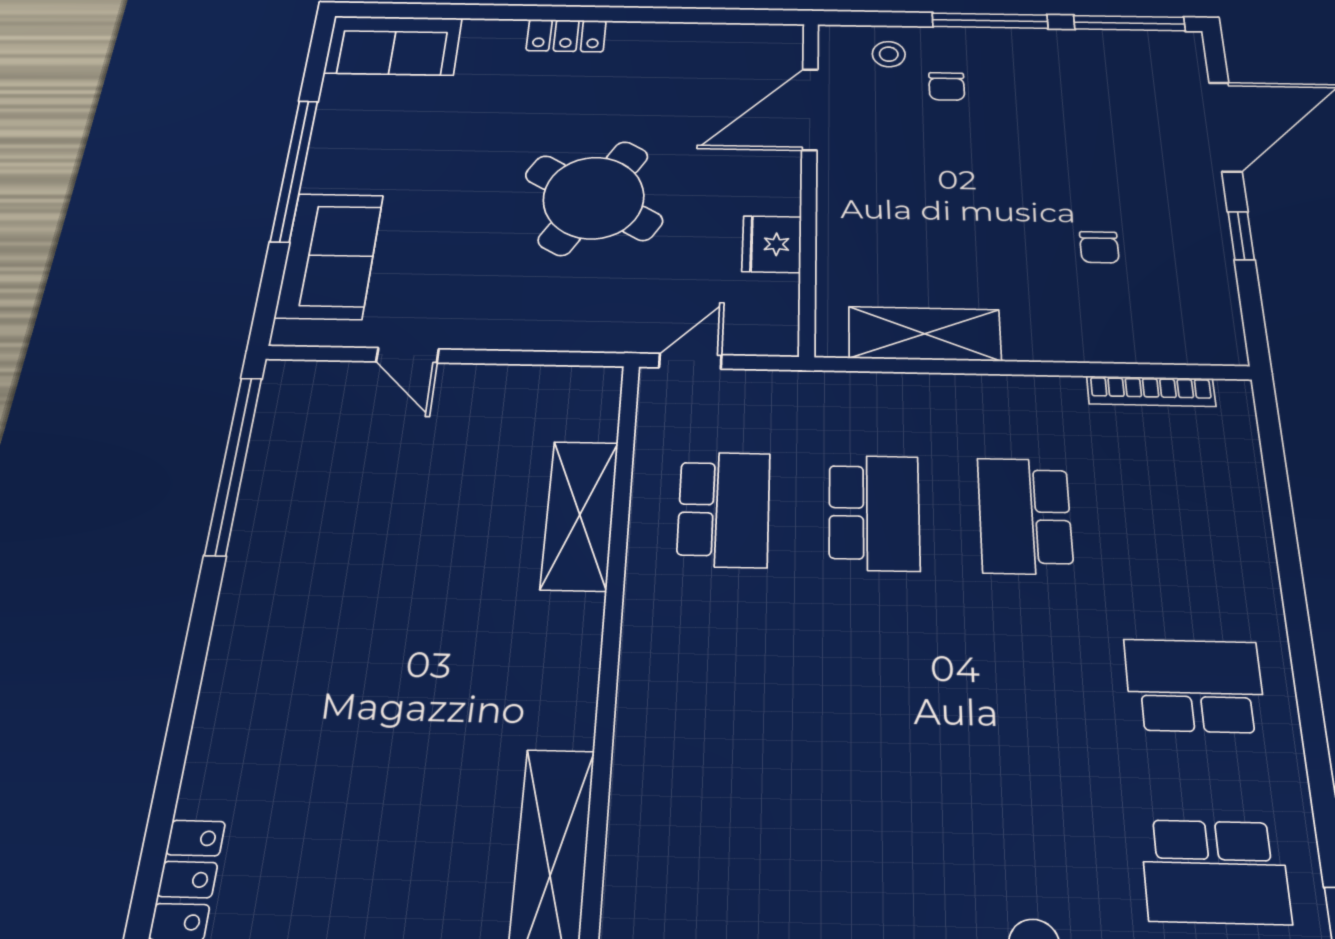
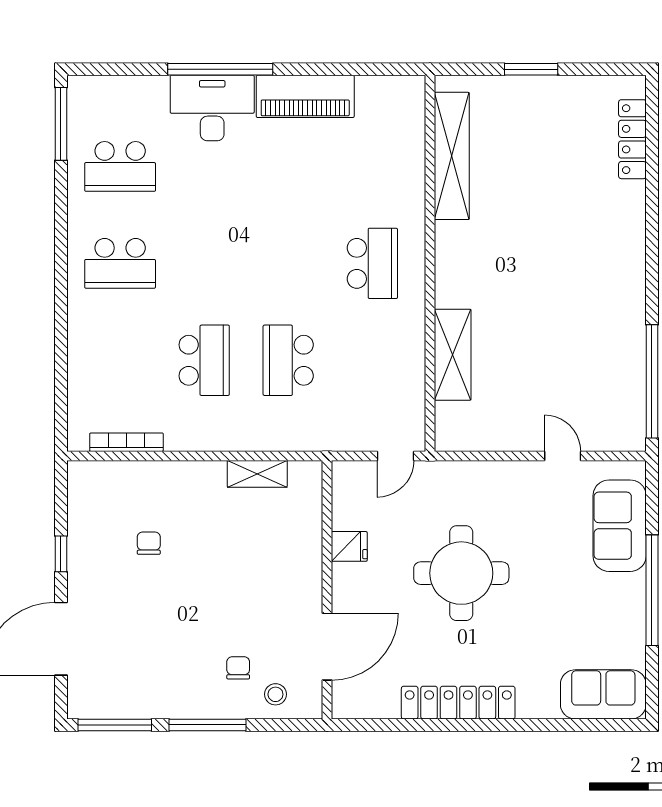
locker: (566, 36) -> (458, 703), width x2.16, depth x1.21
round table: (594, 198) -> (461, 573), turned -31
fridge: (772, 244) -> (349, 546), width x0.72
shelving: (925, 334) -> (257, 474), width x0.67, depth x0.75
school desk: (724, 509) -> (372, 263), moved, turned 180
school desk: (1215, 872) -> (120, 166), turned 180

